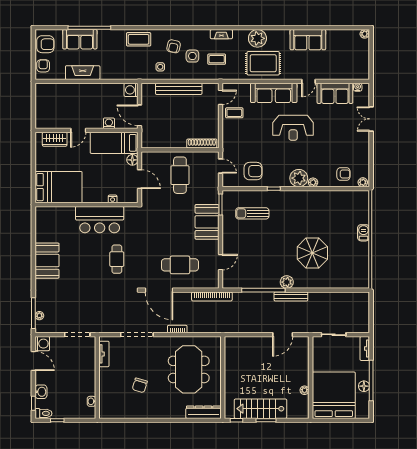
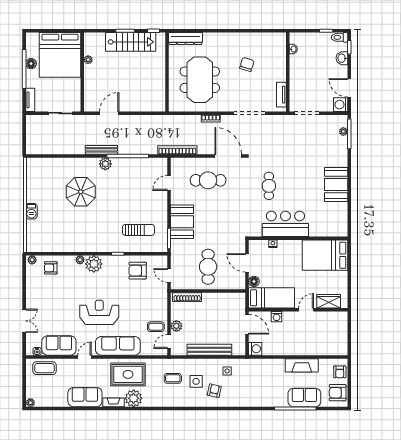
fireplace: (221, 34) -> (113, 402), moved
coffee table: (139, 39) -> (44, 368), moved
plant: (213, 114) -> (176, 326), added

